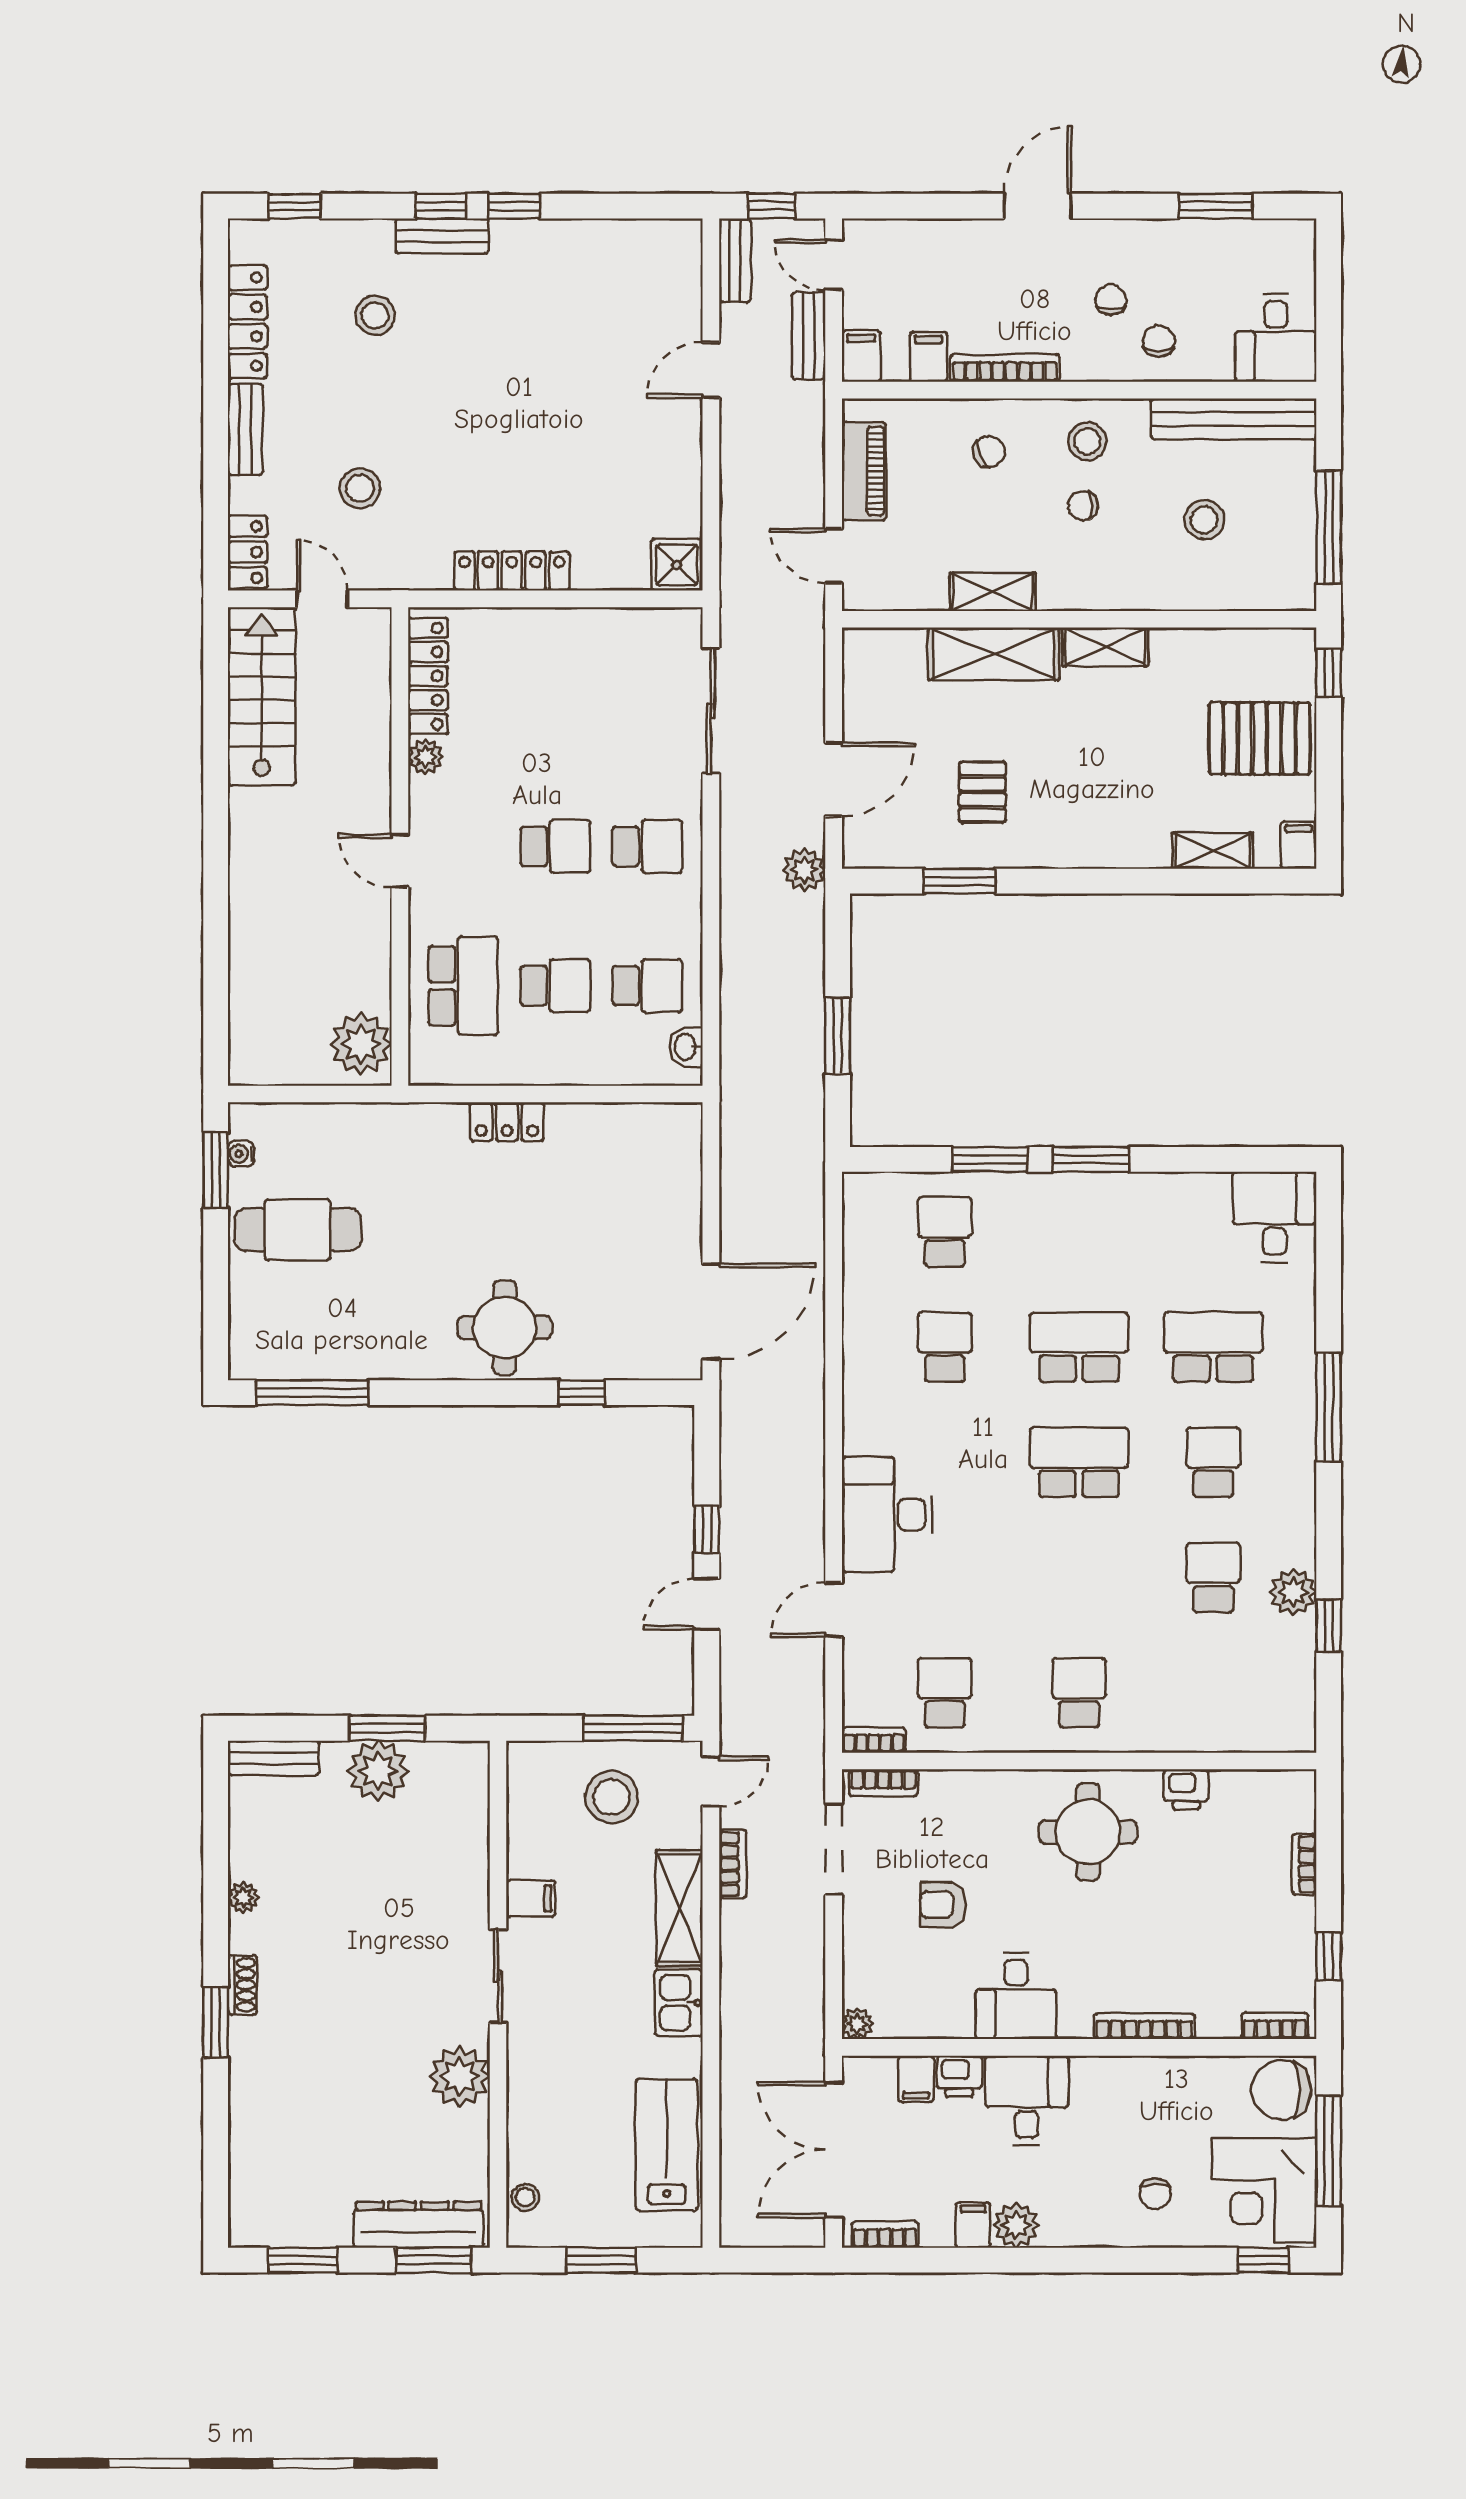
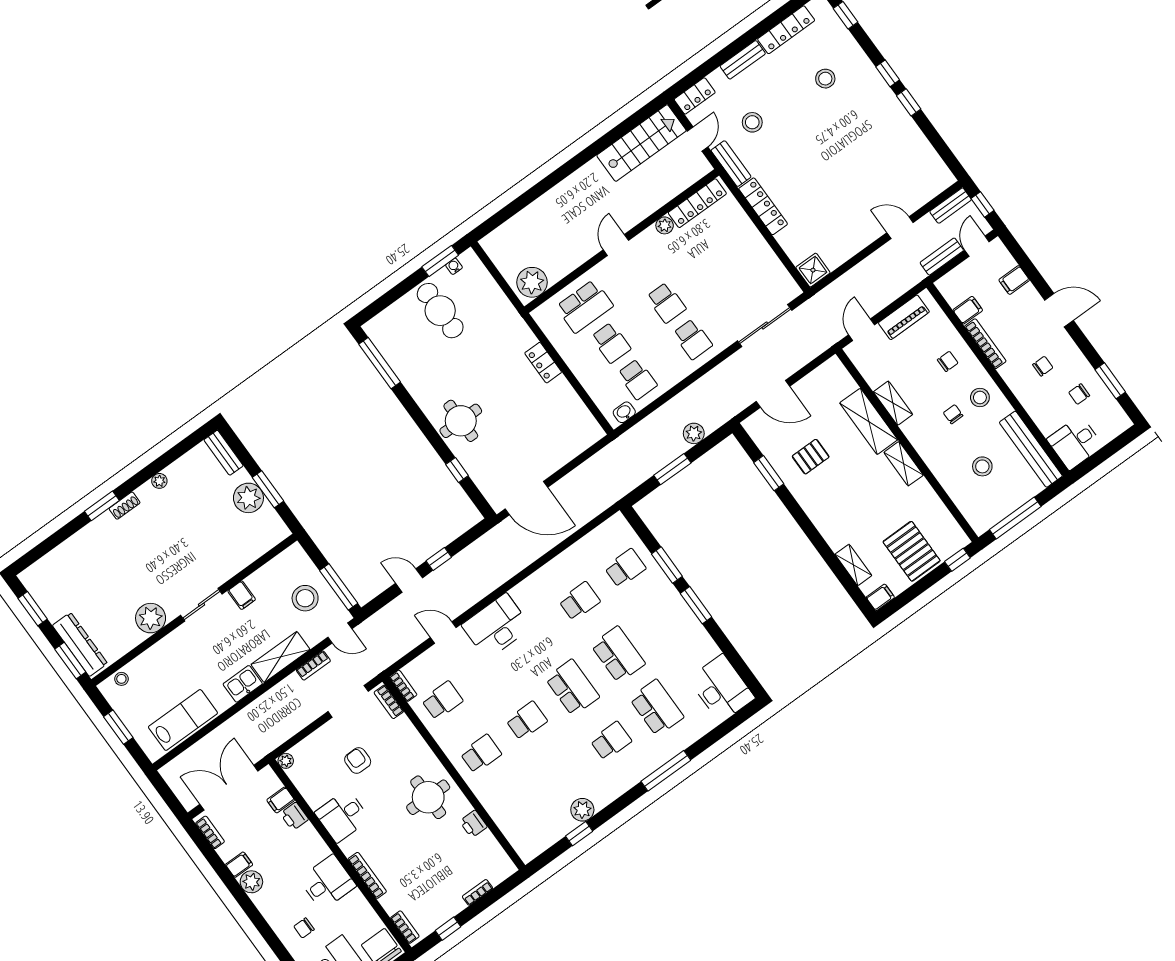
bench: (442, 236) -> (731, 164), moved
chair: (1158, 341) -> (1079, 394), moved, turned 180
filing cabinet: (861, 356) -> (1014, 280), moved, turned 180
chair: (989, 451) -> (948, 361), turned -65
plant: (804, 870) -> (694, 433), moved
desk: (1275, 1217) -> (721, 688), width x1.37
school desk: (1213, 1577) -> (527, 721), moved
desk: (1027, 2100) -> (327, 882), moved

